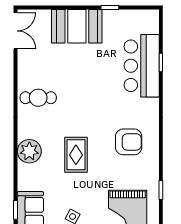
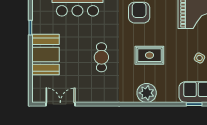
double door: (16, 31) -> (60, 104), moved
cafe table: (38, 98) -> (101, 57), moved

